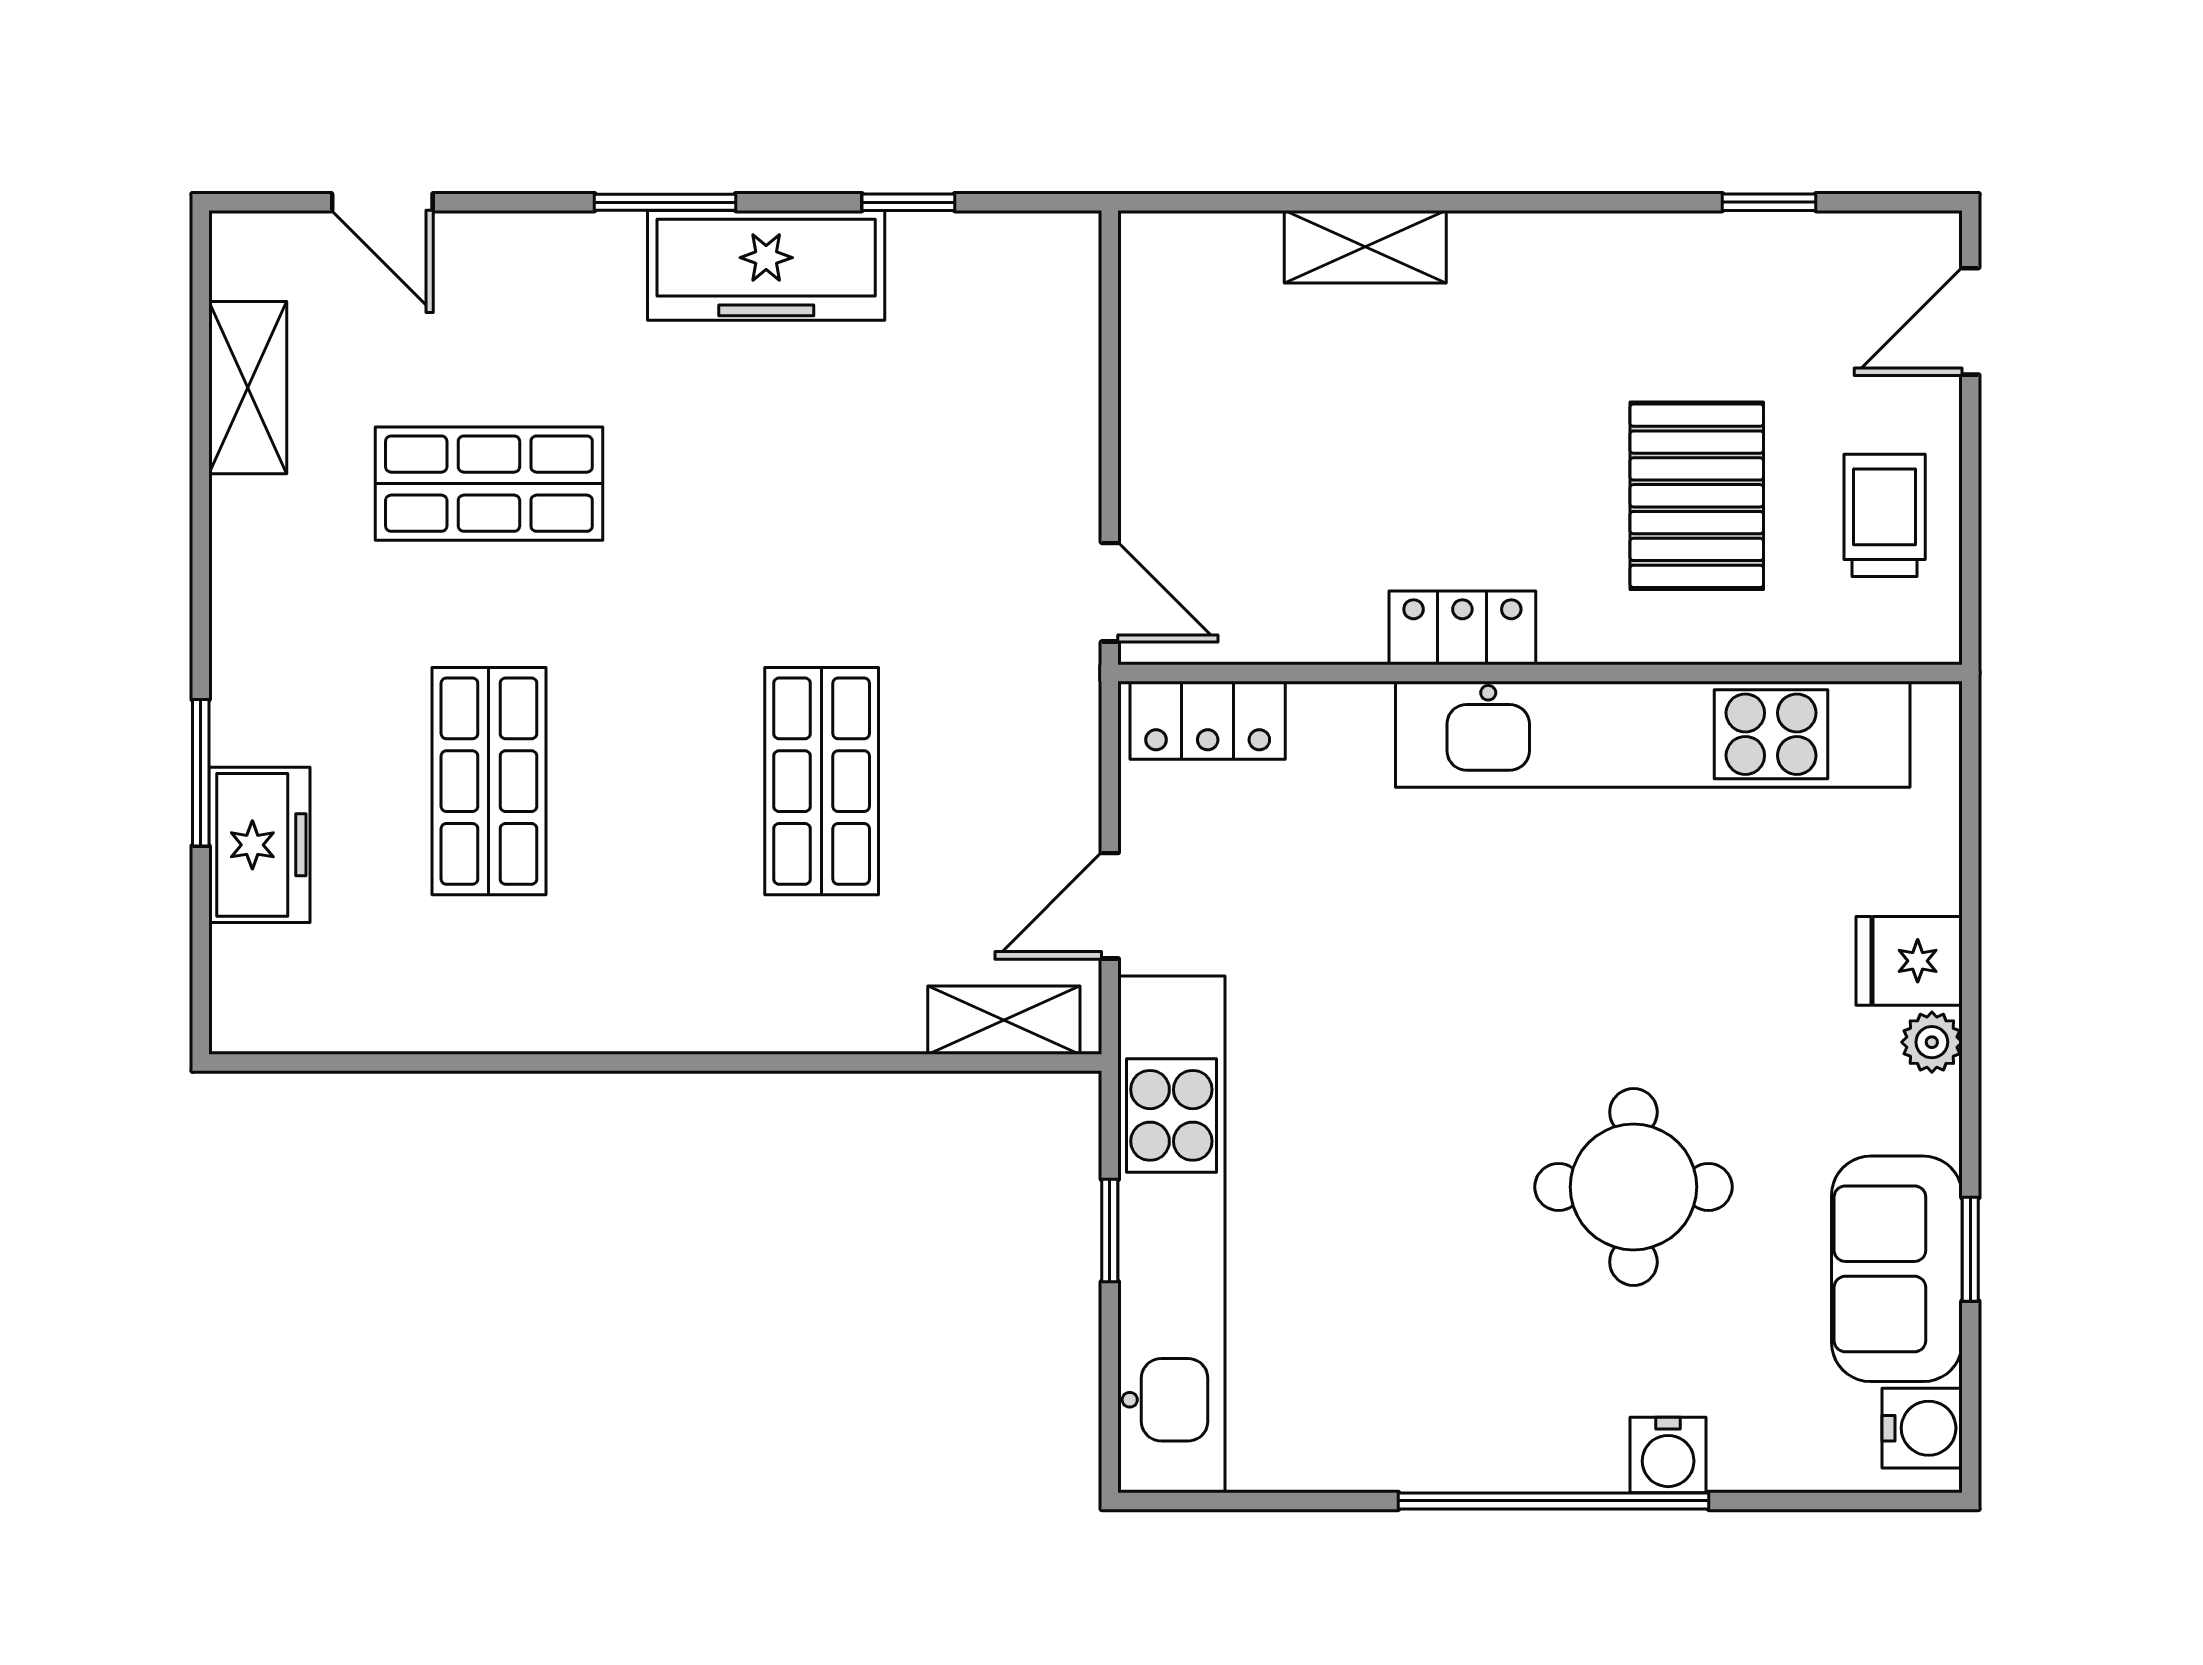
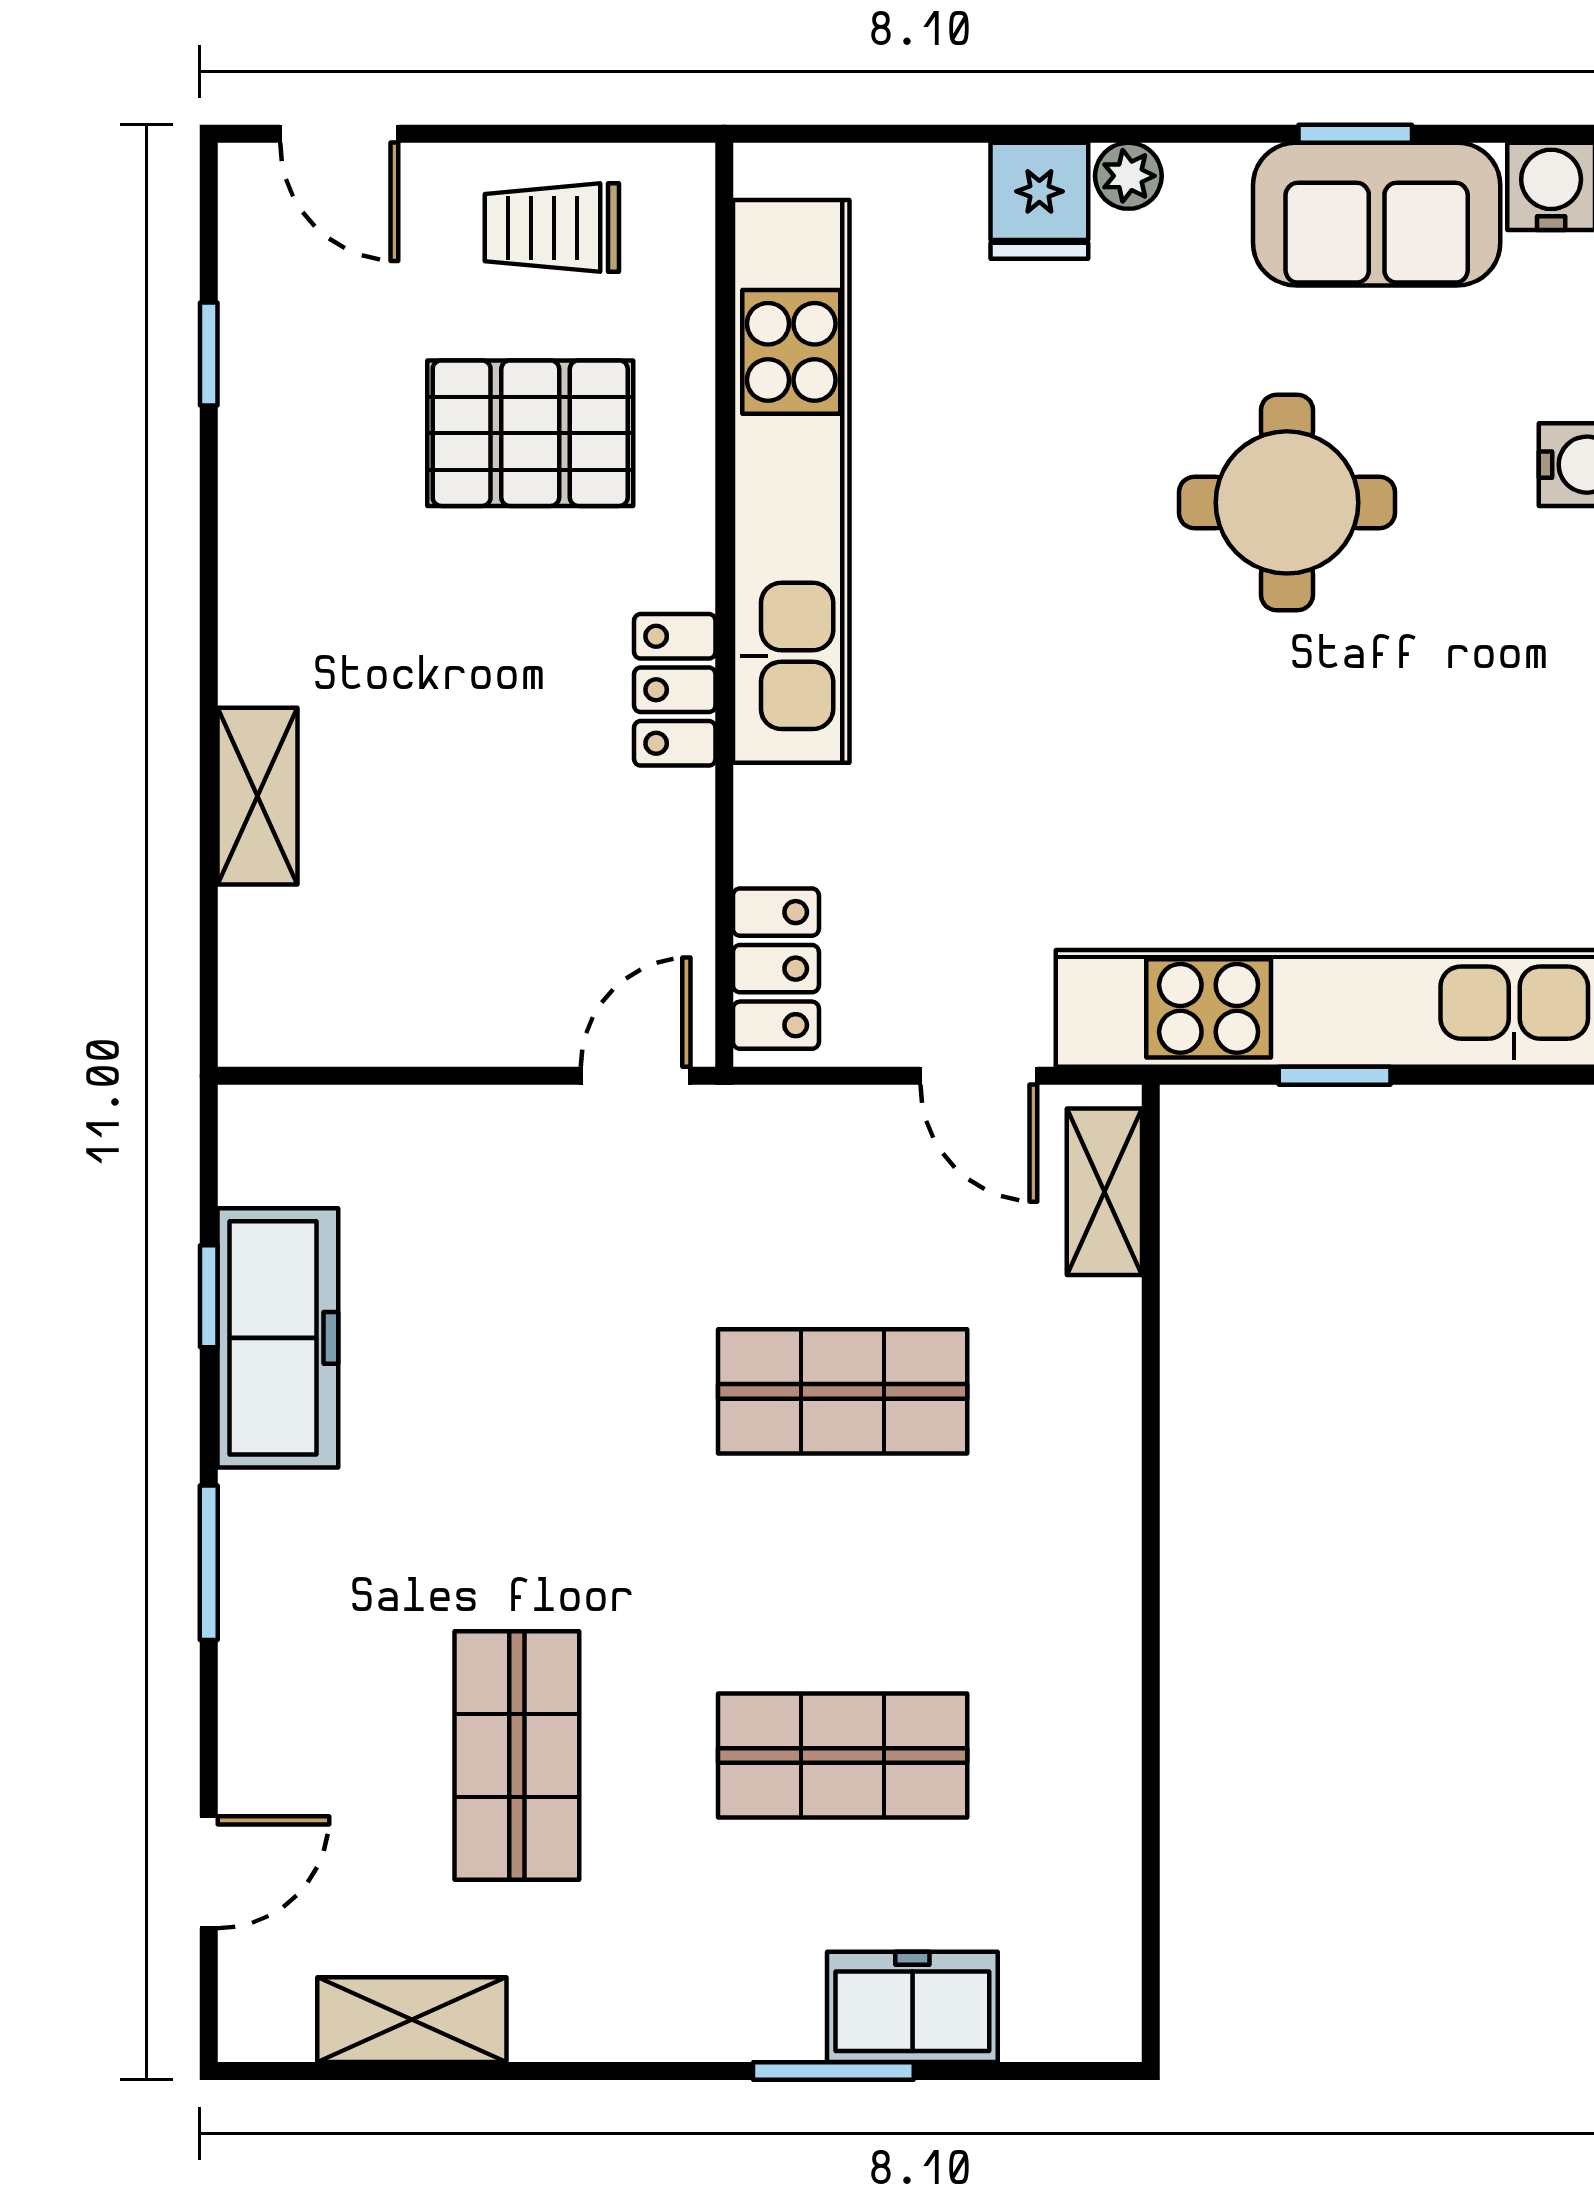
freezer: (766, 265) -> (278, 1338), moved

